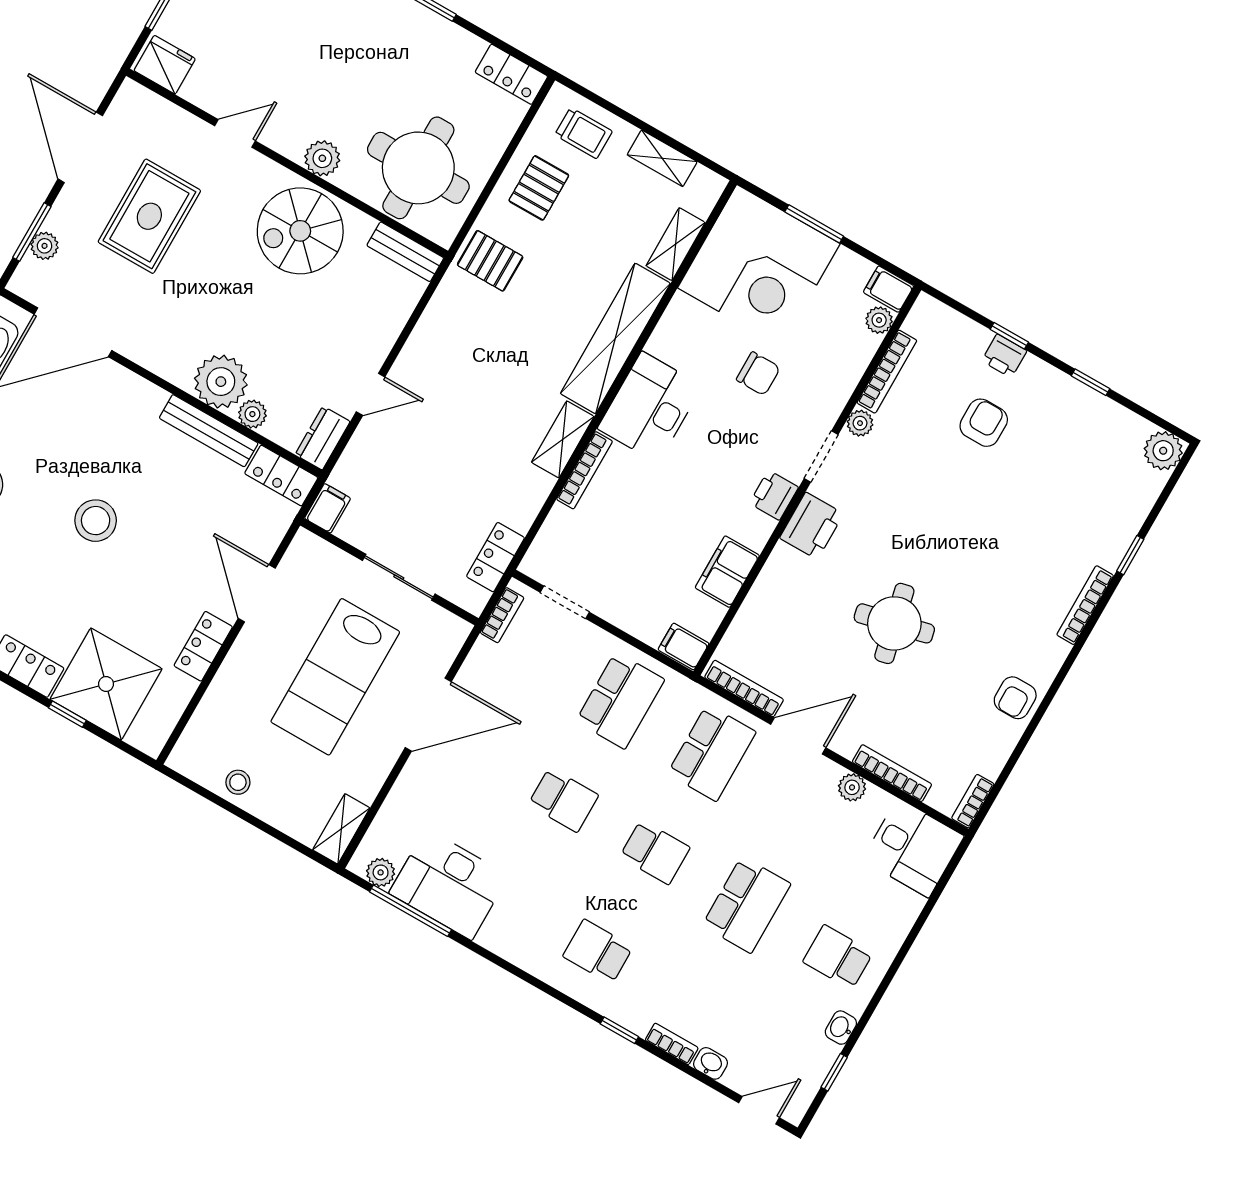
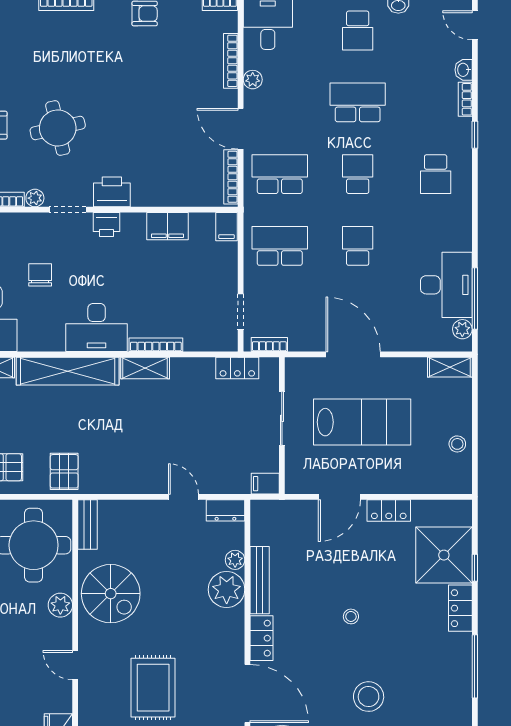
rug: (149, 216) -> (153, 688), turned 90
locker: (281, 476) -> (262, 638), moved
stool: (96, 521) -> (351, 616), width x0.53, depth x0.53
round table: (894, 623) -> (58, 128), moved

